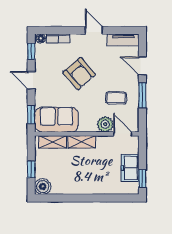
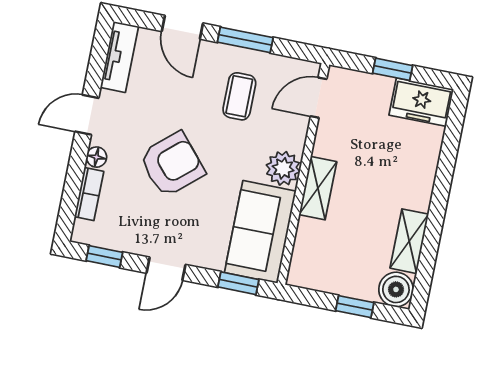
floor lamp: (41, 38) -> (96, 157), moved
door: (142, 66) -> (182, 27), hinge flipped
plant: (105, 124) -> (283, 168), moved
shelving: (53, 142) -> (409, 241), moved
freezer: (130, 168) -> (421, 102), moved
window: (142, 179) -> (393, 69), moved

